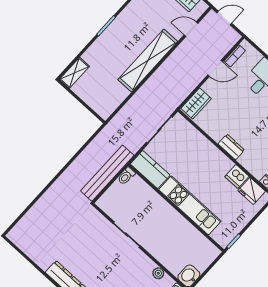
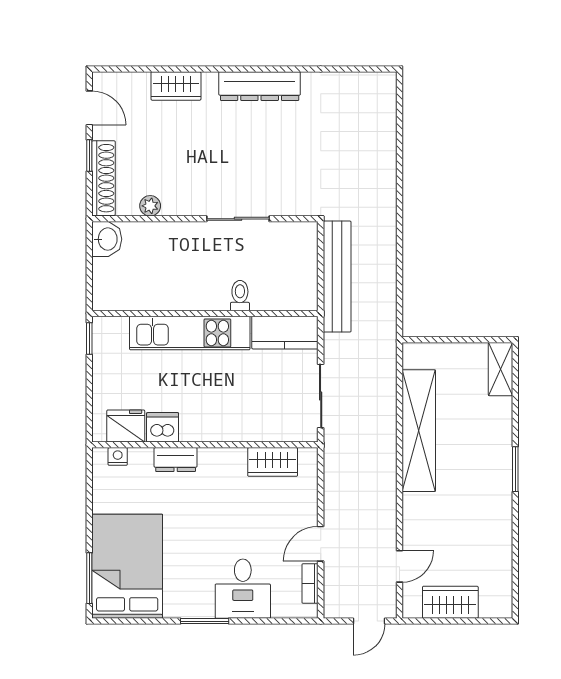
shelving: (148, 61) -> (419, 431), moved
wardrobe: (196, 104) -> (273, 462), moved, turned -90
dresser: (231, 147) -> (176, 460), moved
toilet: (126, 176) -> (240, 296), moved

